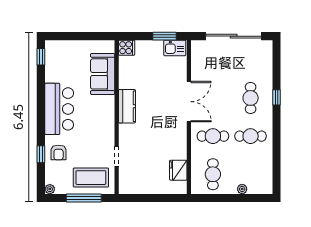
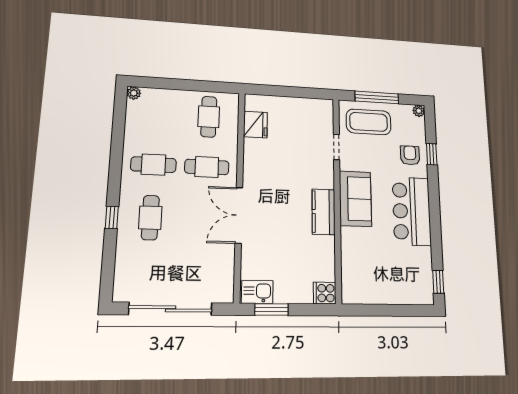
sofa: (103, 74) -> (355, 199), moved
plant: (242, 189) -> (134, 93), moved

